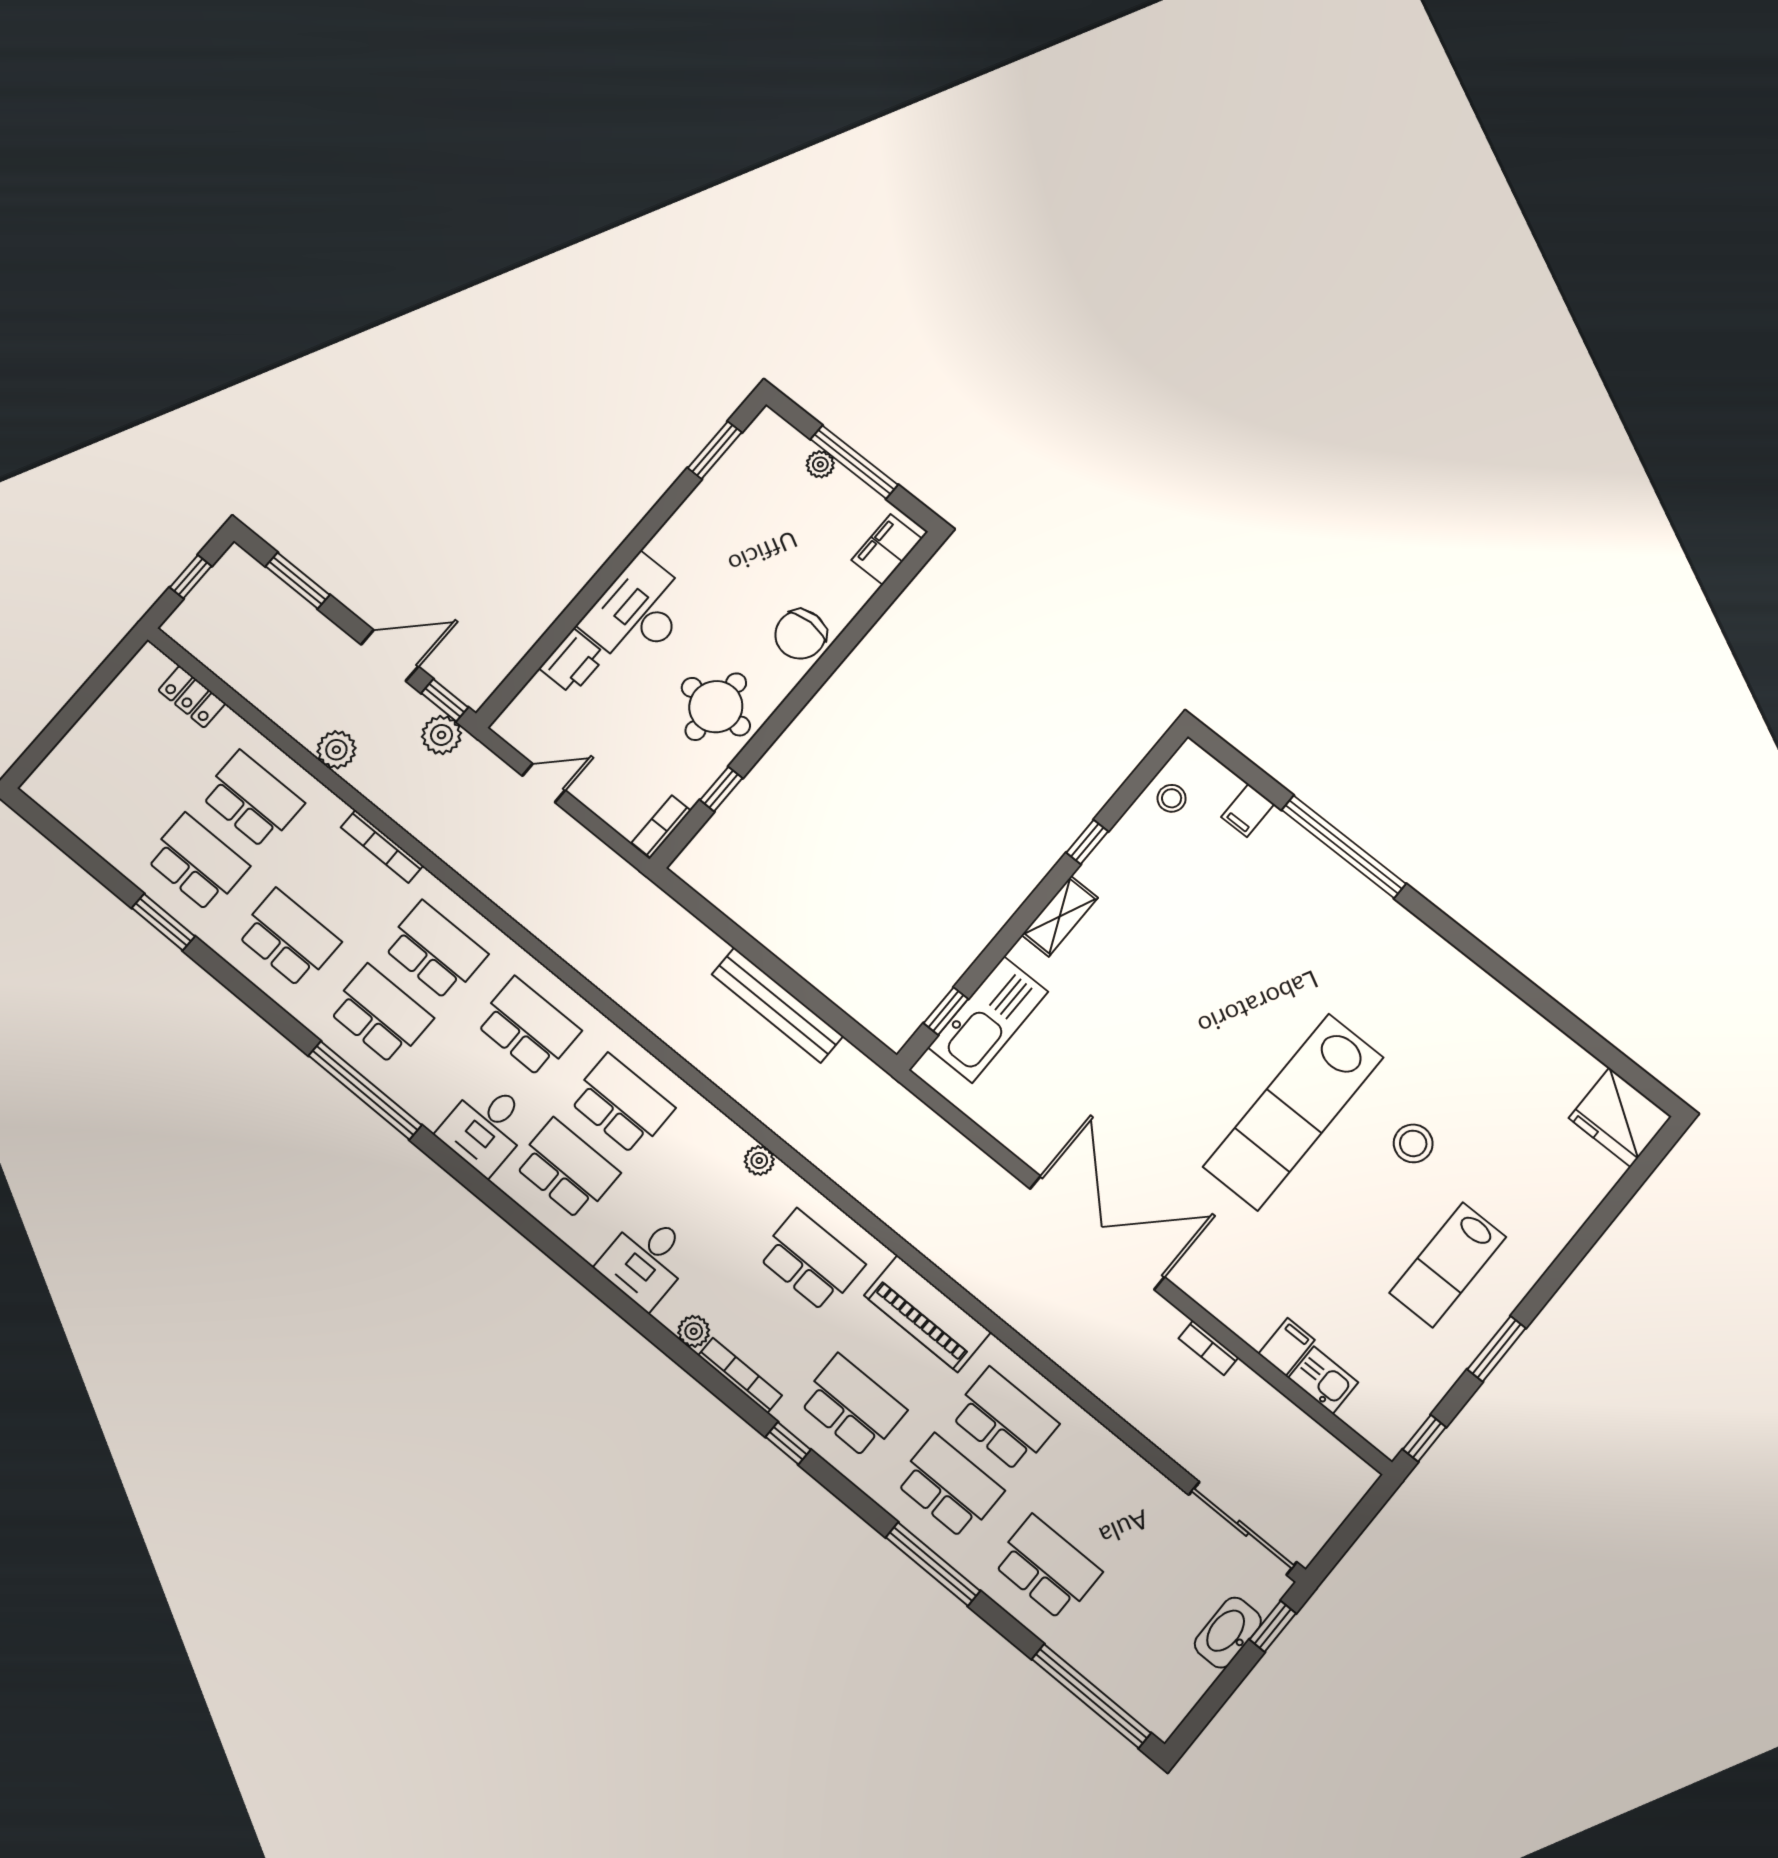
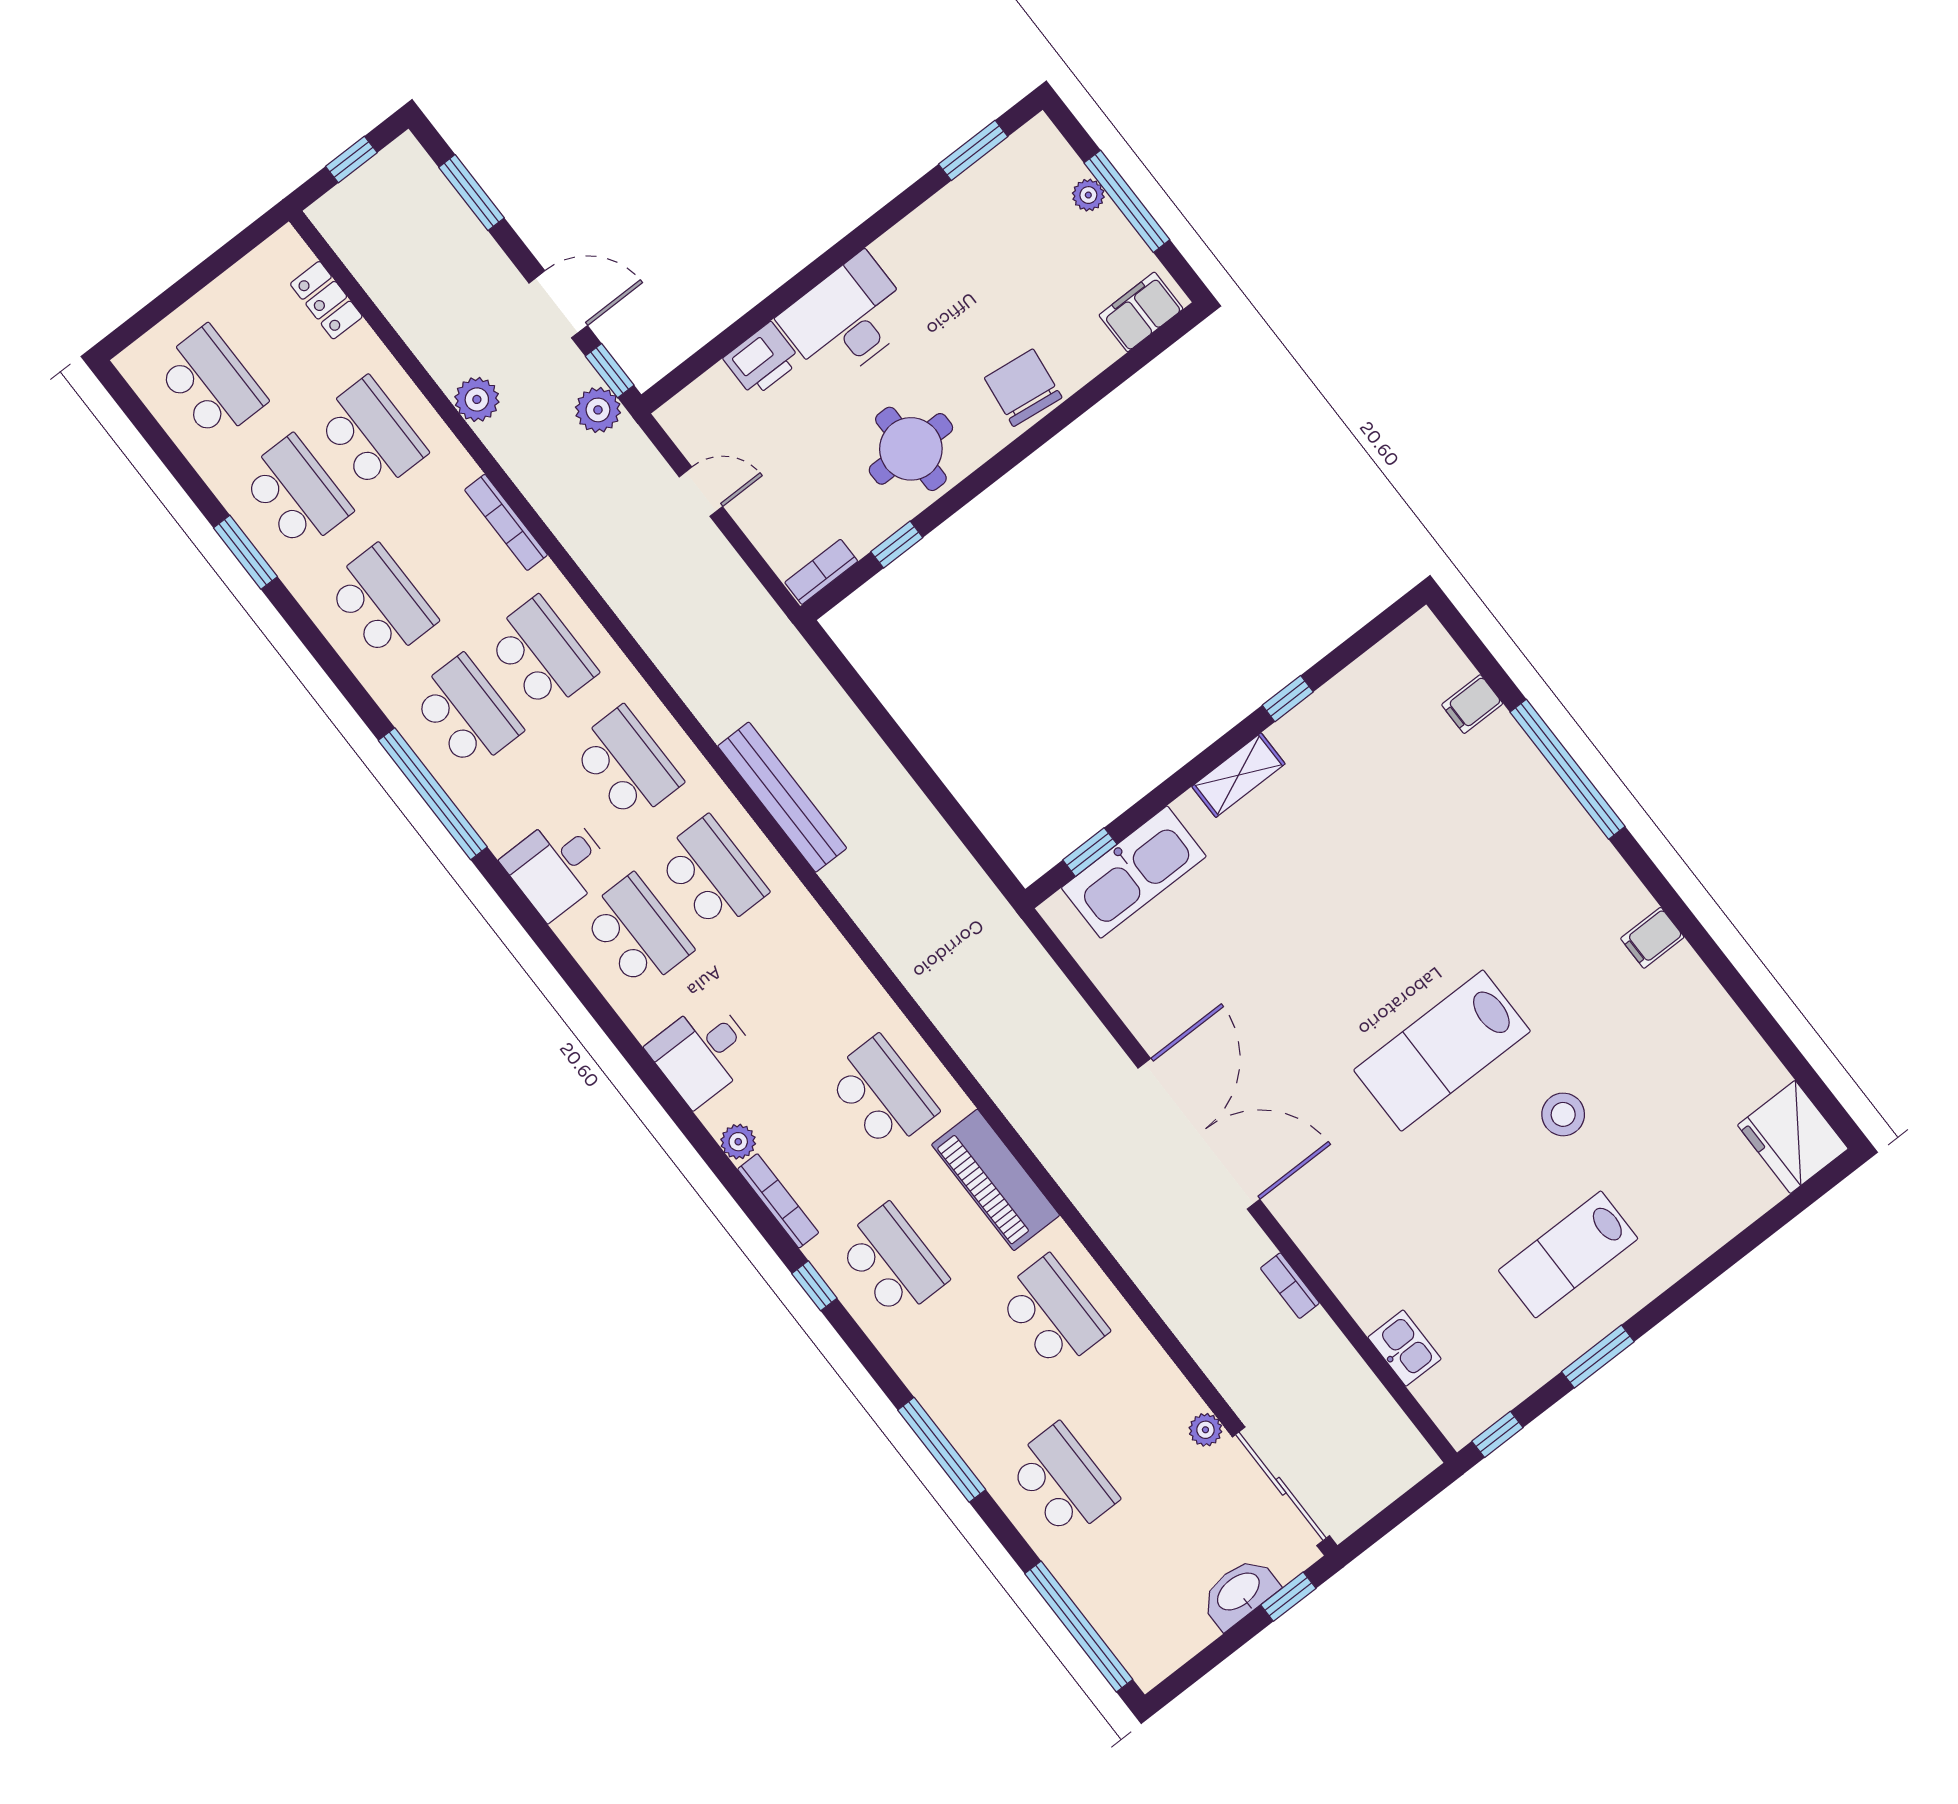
chair: (801, 634) -> (1023, 388), turned 97
stool: (1172, 798) -> (1392, 671), removed
bench: (777, 1005) -> (782, 797), moved
lab bench: (1293, 1112) -> (1442, 1051), width x0.73
plant: (759, 1161) -> (1205, 1430), moved
filing cabinet: (1287, 1347) -> (1652, 938), moved, turned 180
school desk: (949, 1486) -> (211, 383), moved

